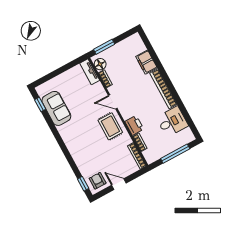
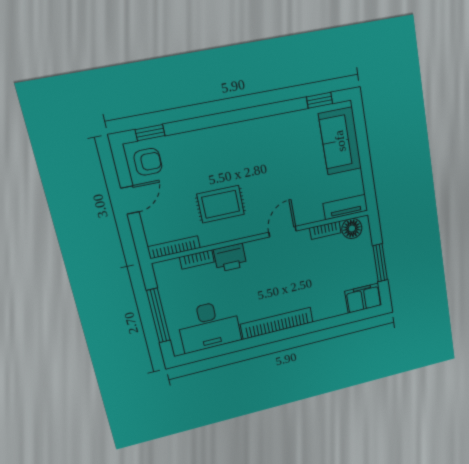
window: (104, 47) -> (380, 263), moved
filing cabinet: (146, 62) -> (363, 298), moved
sofa: (56, 108) -> (340, 141), moved, turned 90
desk: (172, 122) -> (209, 326), width x1.37
rug: (110, 126) -> (221, 204), moved

